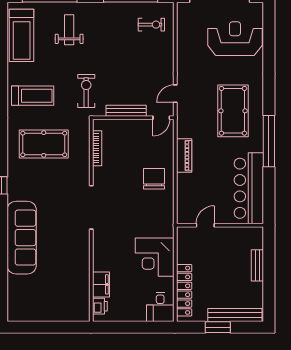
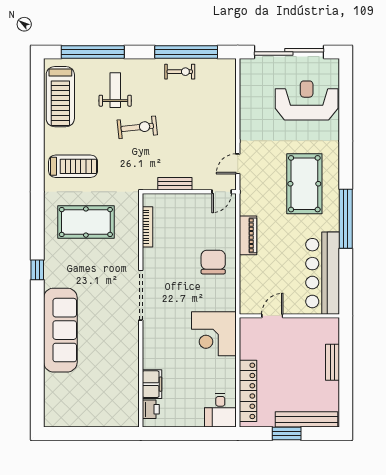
exercise bike: (151, 25) -> (180, 72), moved
exercise bike: (86, 91) -> (137, 127), moved, turned 84
bench: (126, 111) -> (175, 184), width x0.73
corner desk: (155, 257) -> (214, 334), moved

